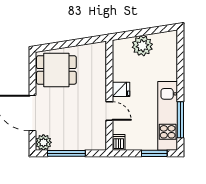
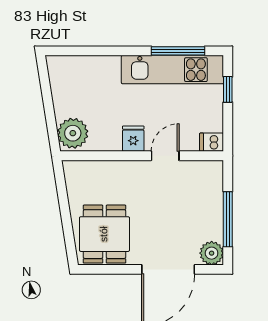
plant: (142, 46) -> (73, 133), moved
window: (154, 153) -> (228, 89), width x0.67

